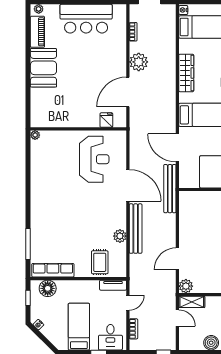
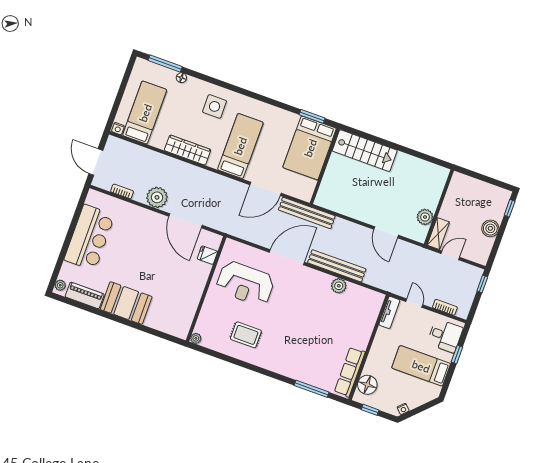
reception desk: (94, 159) -> (245, 284), turned 180
rug: (100, 262) -> (246, 335), moved
plant: (186, 286) -> (425, 217), moved

